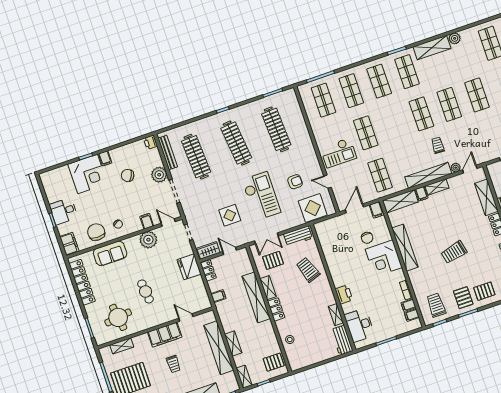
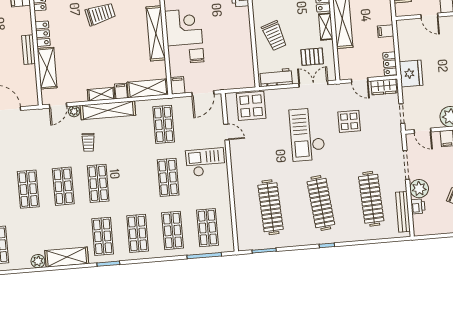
printer: (151, 142) -> (418, 206), moved
armchair: (295, 182) -> (264, 141), removed

